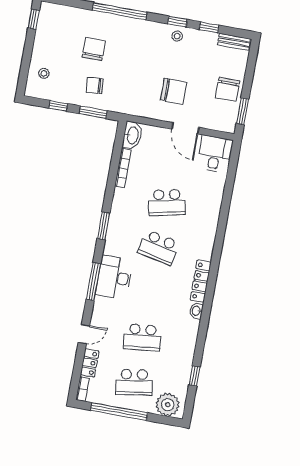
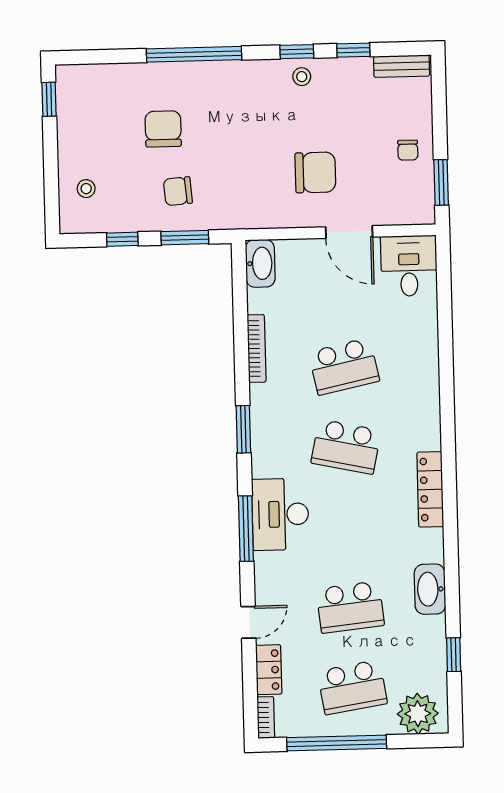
chair: (228, 89) -> (408, 150), width x0.54, depth x0.54
bookcase: (123, 168) -> (257, 348), moved
washbasin: (196, 311) -> (430, 589), moved, width x1.91, depth x1.45

